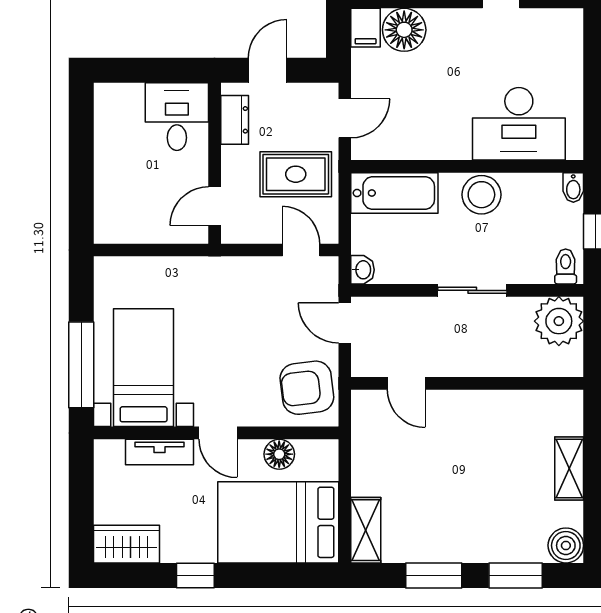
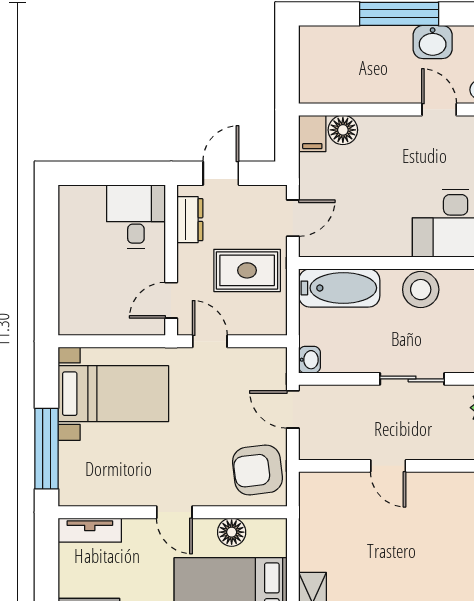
floor lamp: (404, 30) -> (343, 130), width x0.73, depth x0.73
door: (301, 250) -> (210, 341), moved
bed with nightstands: (144, 368) -> (113, 394), moved, turned 90
door: (406, 383) -> (388, 466), moved
tv unit: (159, 452) -> (90, 530), moved

